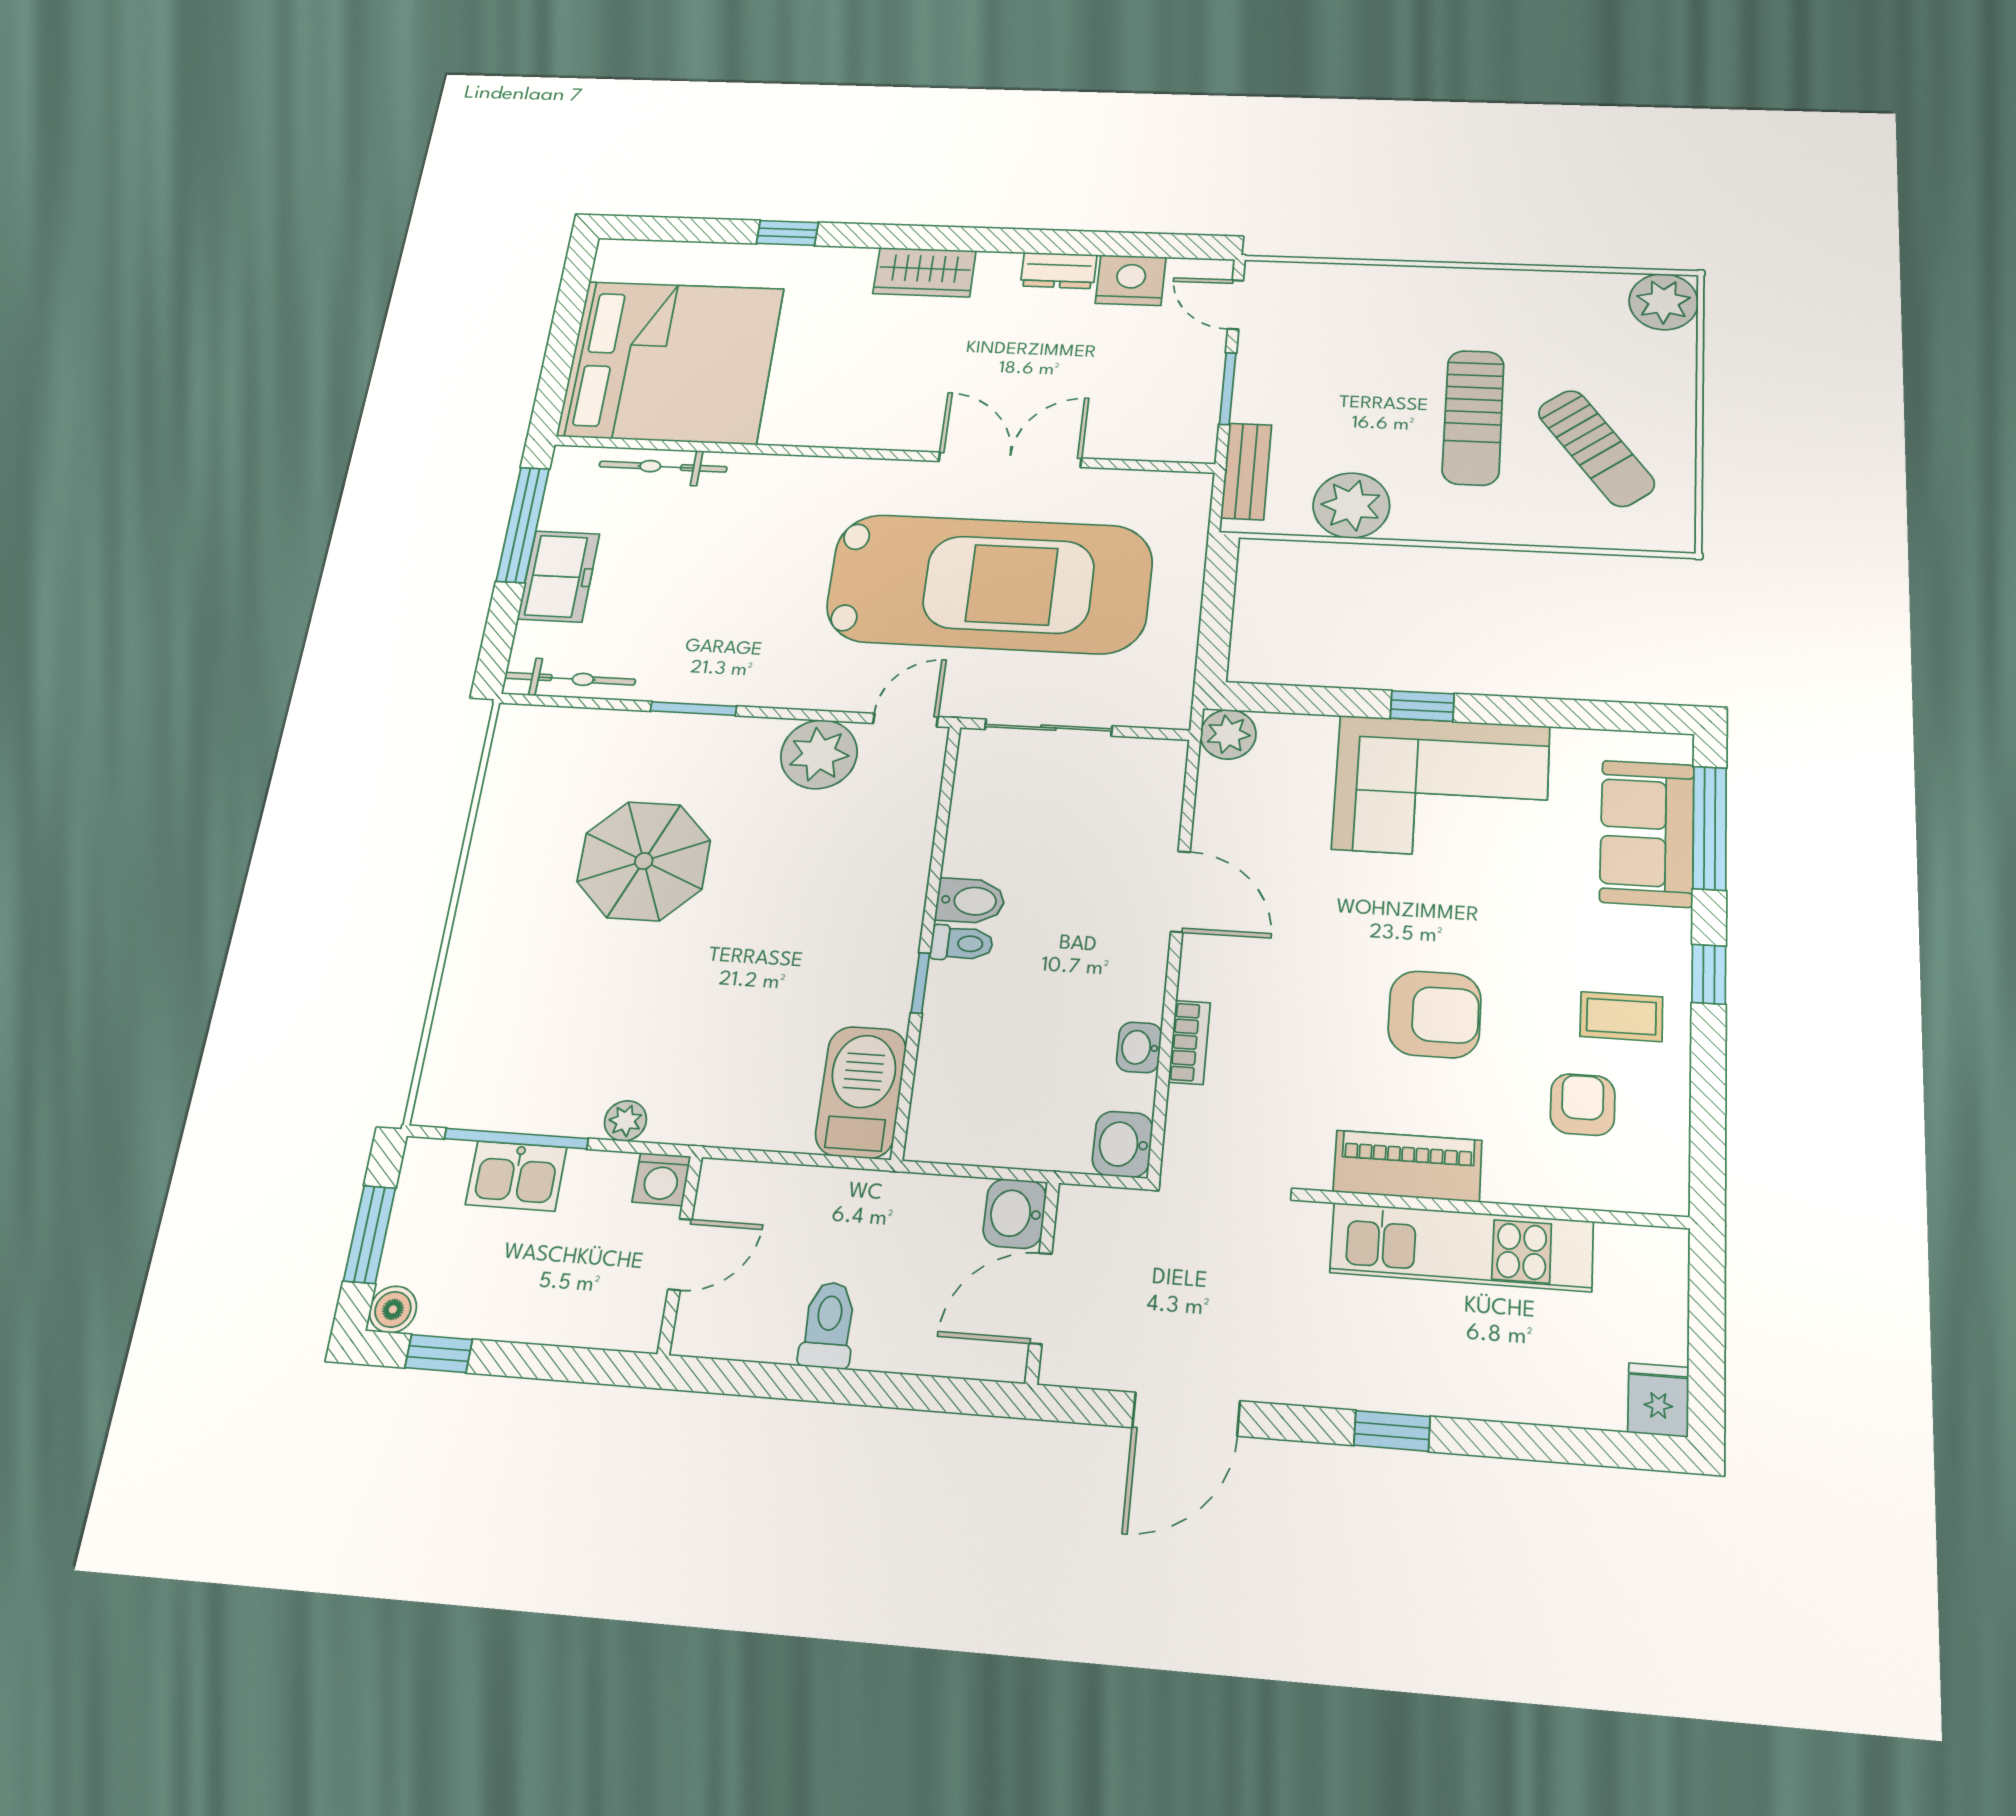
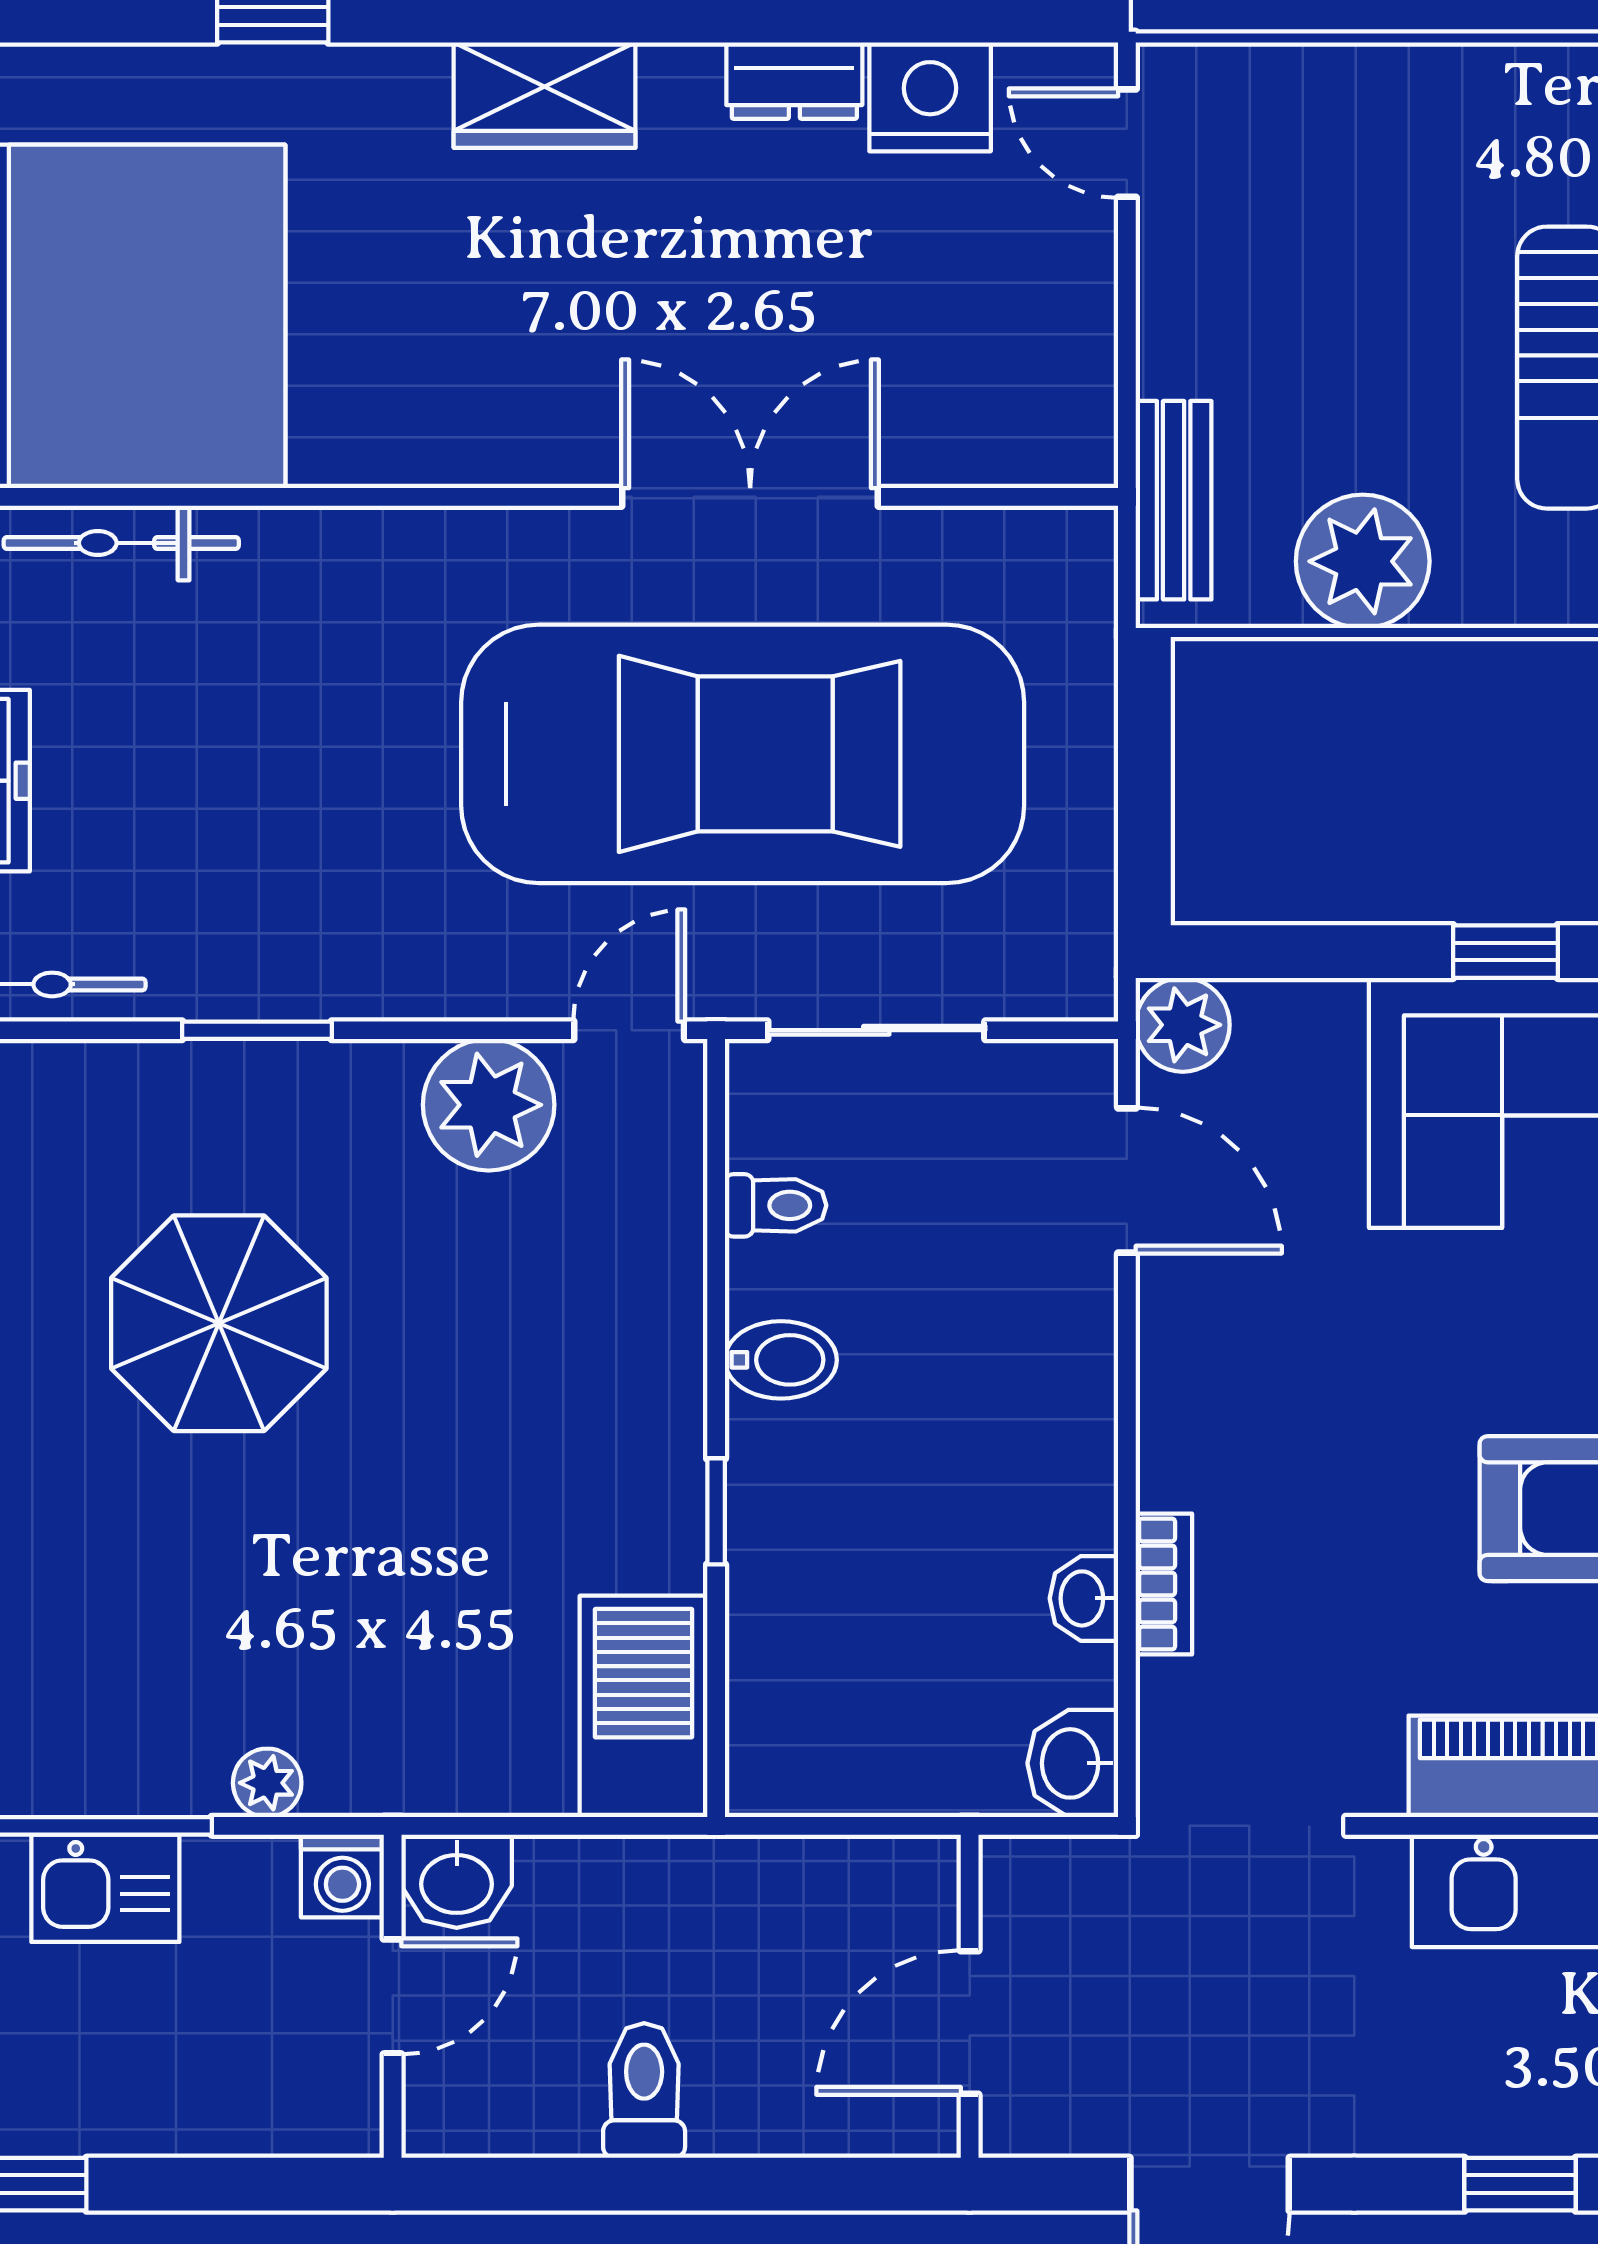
window: (1228, 389) -> (1127, 327), removed
door: (1180, 892) -> (1127, 1181), moved
toilet: (962, 943) -> (776, 1205), moved
washbasin: (1015, 1214) -> (457, 1881), moved, turned -90

